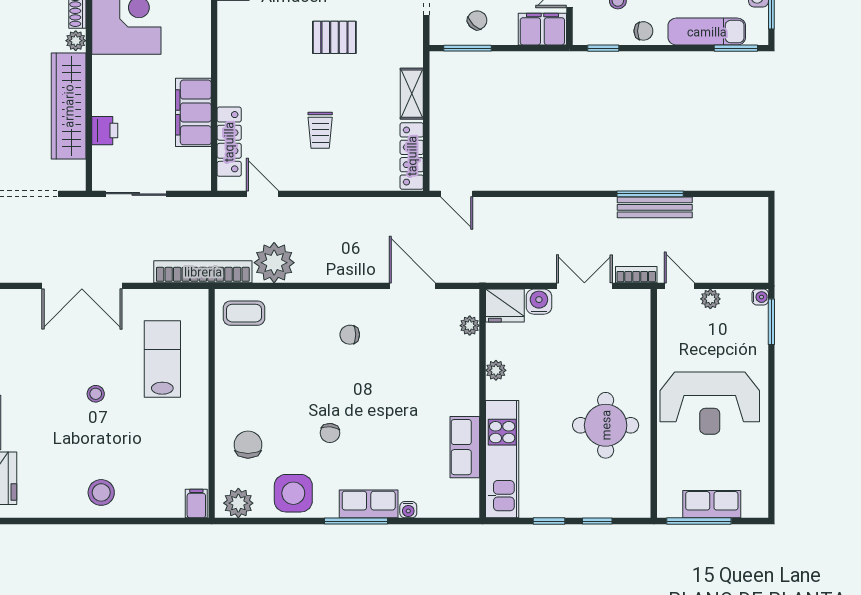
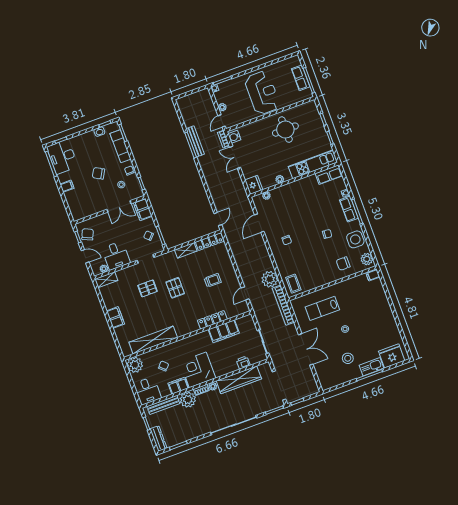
locker: (229, 142) -> (212, 320), moved
water cooler: (539, 302) -> (234, 137), moved
row of seats: (465, 447) -> (329, 175), moved
stool: (101, 492) -> (348, 358), moved

